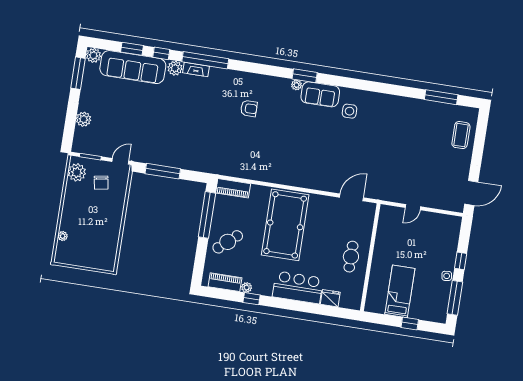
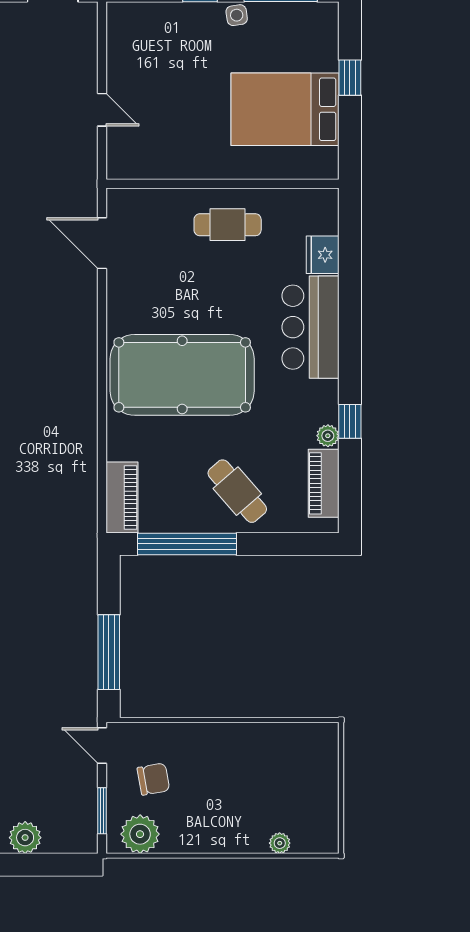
bed: (400, 291) -> (285, 109), width x1.50

